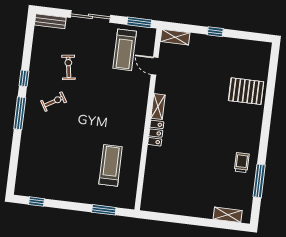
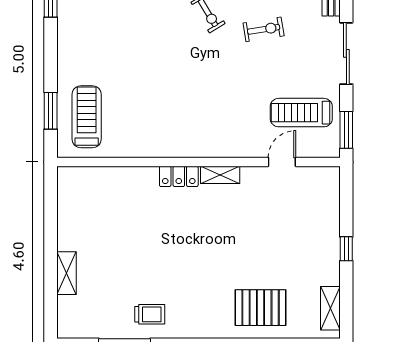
shelving: (175, 37) -> (330, 308), moved
pallet: (246, 91) -> (261, 308), turned 90
treadmill: (111, 165) -> (87, 117), moved, turned -90
shelving: (228, 215) -> (67, 273), moved

